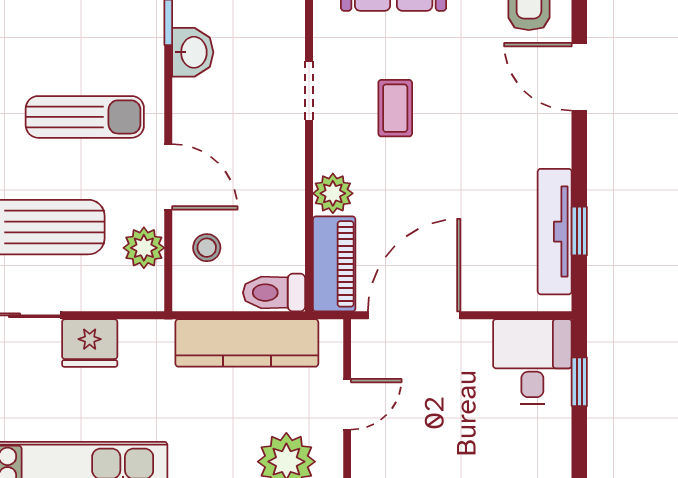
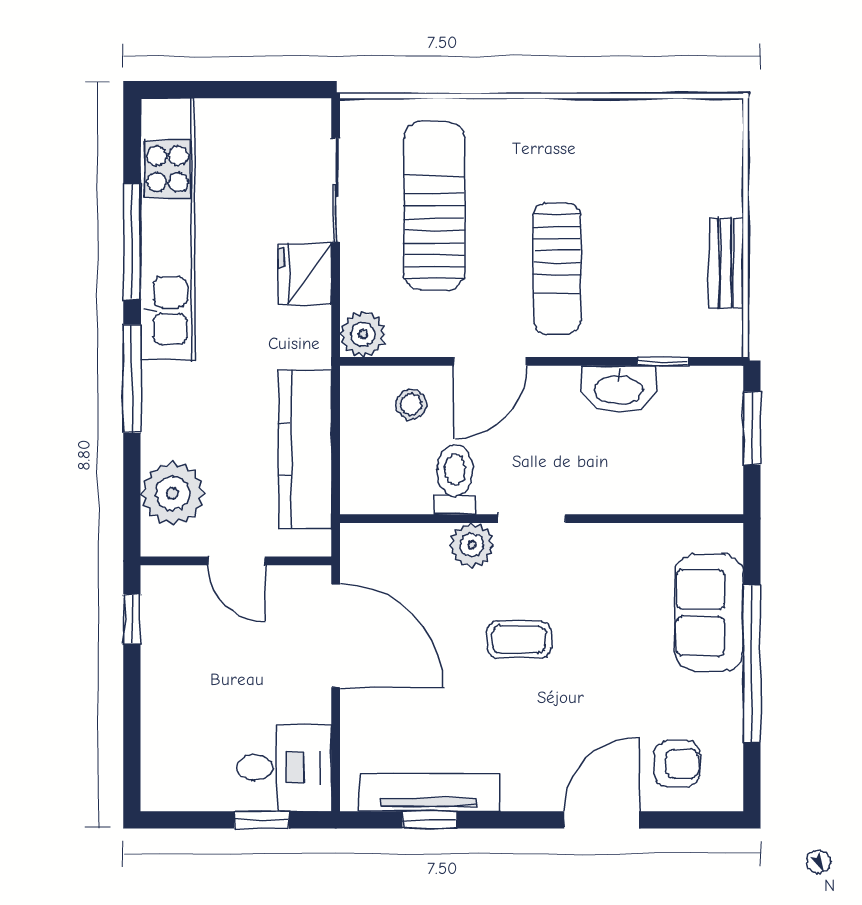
washbasin: (193, 52) -> (619, 389), width x1.38
doorway: (309, 91) -> (532, 519), moved
coffee table: (395, 108) -> (519, 639), moved
plant: (144, 248) -> (363, 334), moved
piano: (334, 264) -> (393, 546), removed
toilet: (274, 293) -> (455, 479), moved

